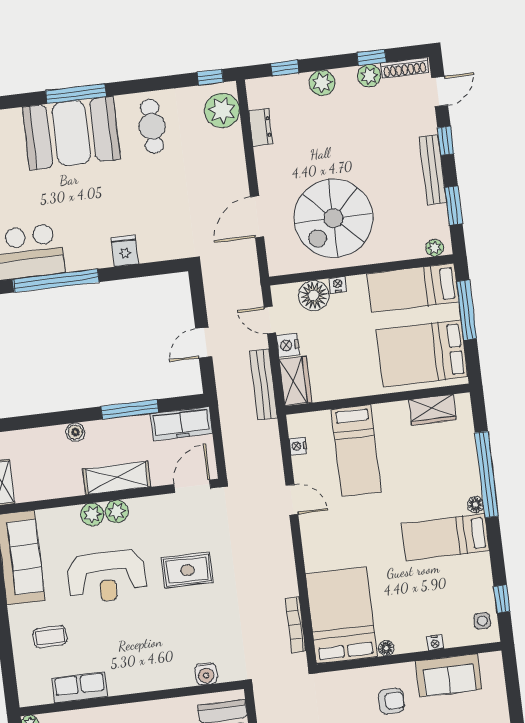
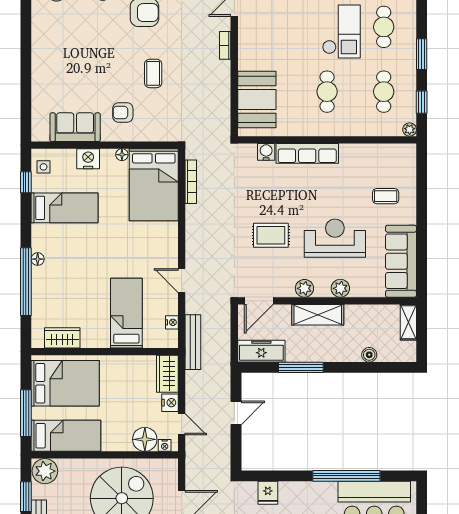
plant: (435, 248) -> (45, 471), width x1.88, depth x1.88
fridge: (125, 251) -> (268, 493), moved
nightstand: (338, 285) -> (165, 445), moved
bench: (263, 385) -> (193, 342), moved
boiler: (75, 432) -> (369, 355), moved
plant: (117, 511) -> (304, 288), moved
bed: (445, 537) -> (64, 208), moved
nightstand: (435, 643) -> (88, 159), width x1.89, depth x1.79
row of seats: (80, 687) -> (307, 153), moved, width x1.48

